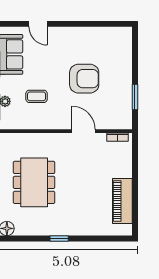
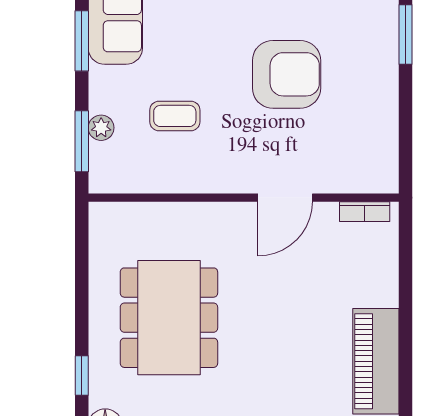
window: (135, 97) -> (406, 35), moved
door: (84, 131) -> (285, 198), swing flipped

